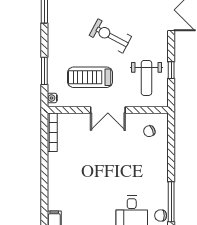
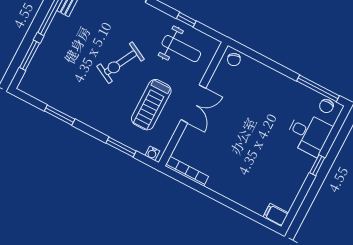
chair: (149, 131) -> (234, 60), moved

